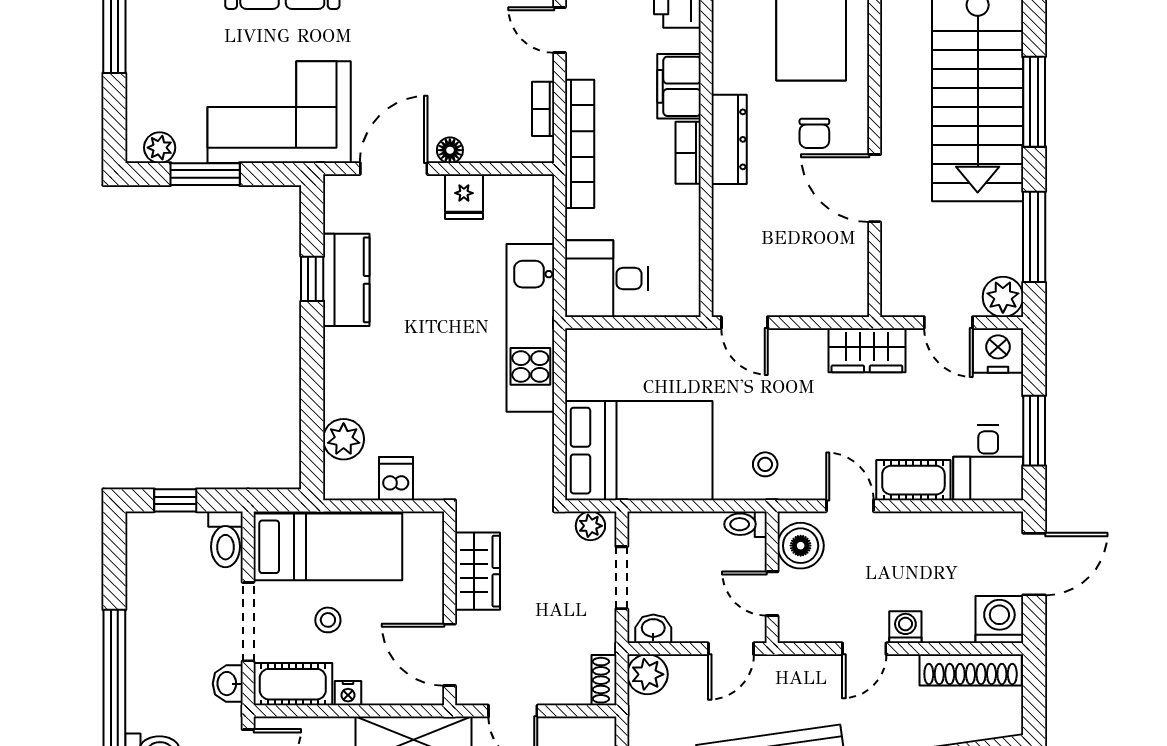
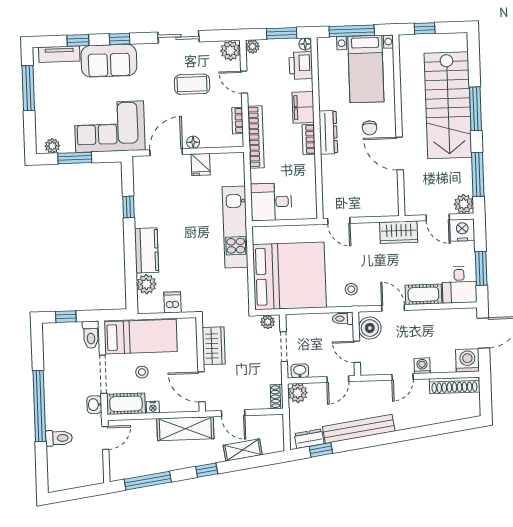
coffee table: (452, 30) -> (192, 84), added
kitchen counter: (346, 280) -> (147, 250), moved
bed: (639, 451) -> (289, 276), width x1.36

